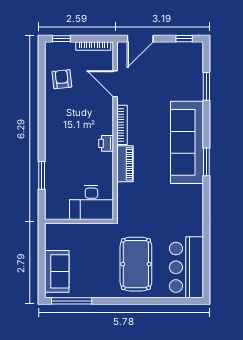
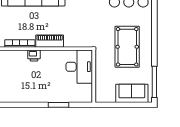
pool table: (136, 264) -> (127, 47), moved, turned 90

